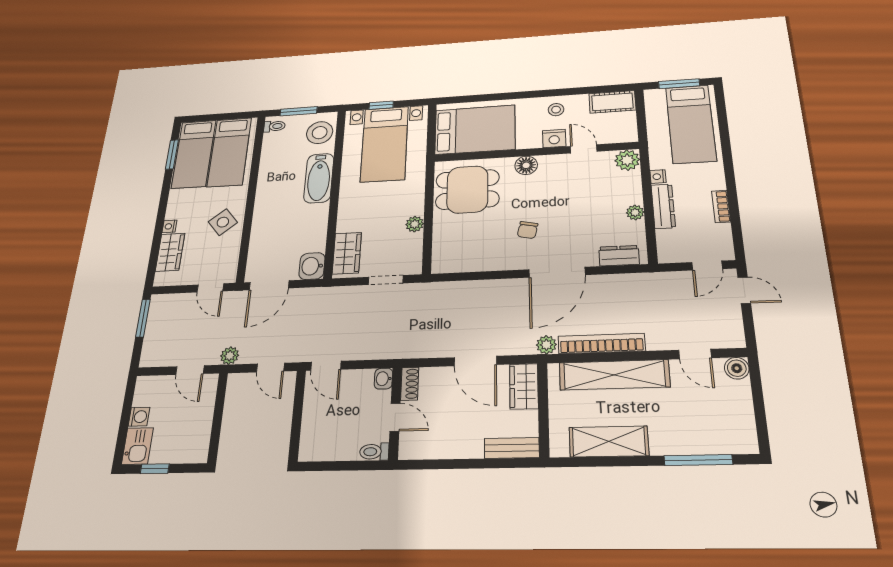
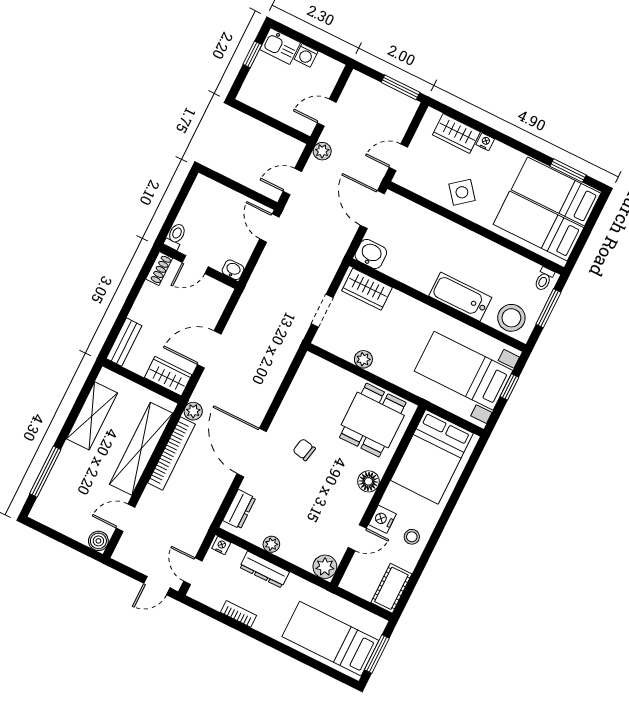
nightstand: (658, 177) -> (221, 545), moved
door: (326, 366) -> (269, 228), hinge flipped
shoe rack: (410, 384) -> (159, 269), moved, turned -90

